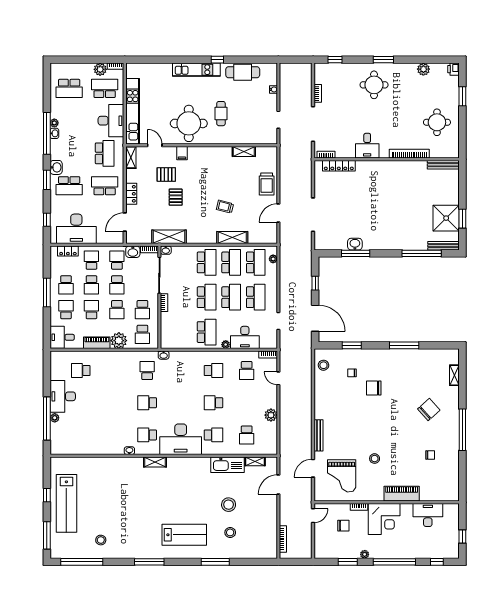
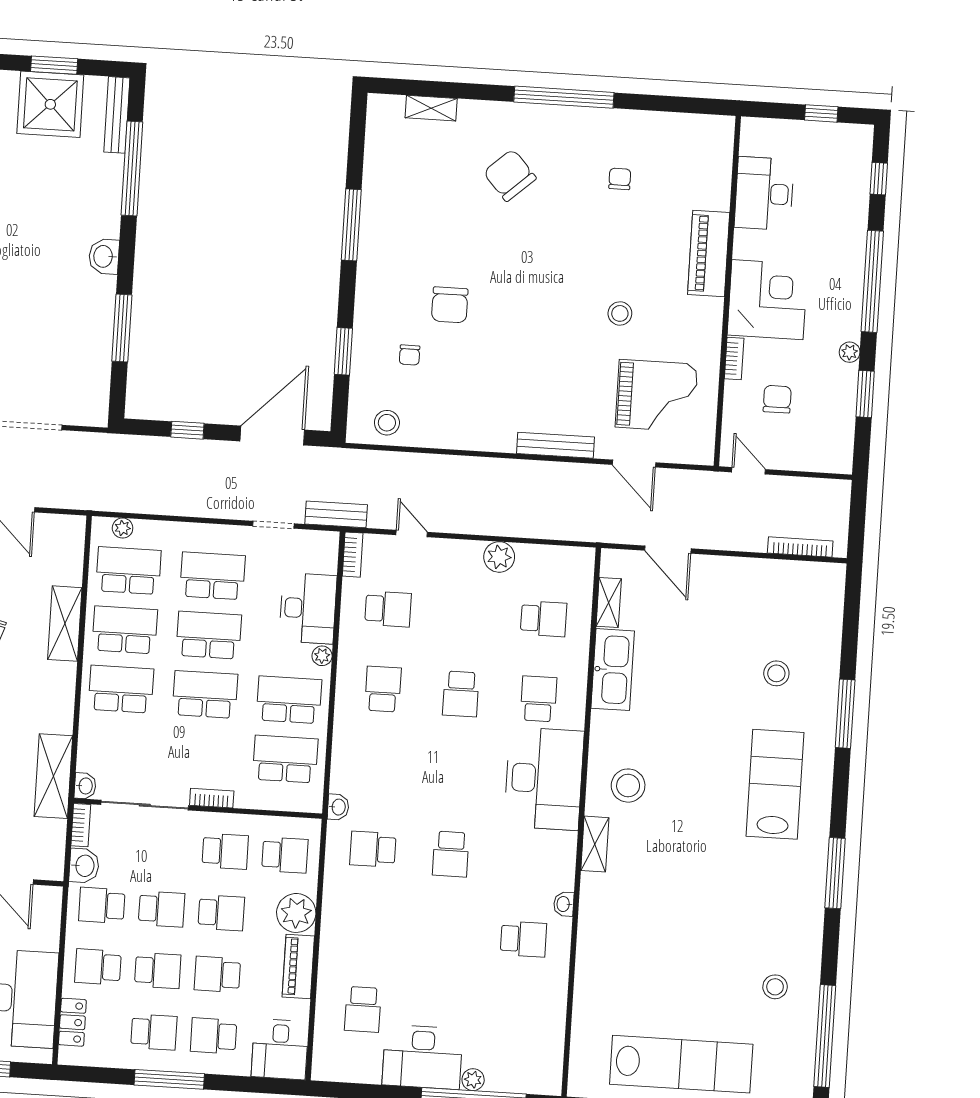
washbasin: (355, 244) -> (104, 256), moved
school desk: (182, 332) -> (285, 759), added
bench: (284, 347) -> (336, 514), added
door: (278, 378) -> (412, 533), swing flipped
school desk: (147, 435) -> (523, 939), moved, turned -90
stool: (229, 505) -> (628, 786), moved

